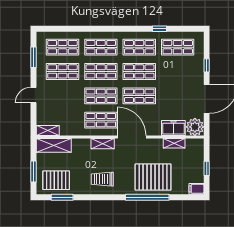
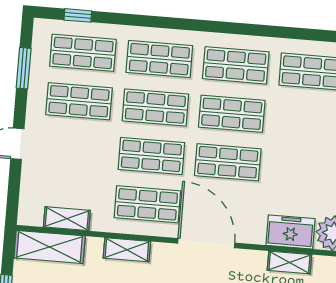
window: (160, 29) -> (78, 15), moved
shelving: (48, 131) -> (67, 219), moved
shelving: (103, 144) -> (127, 250), moved

